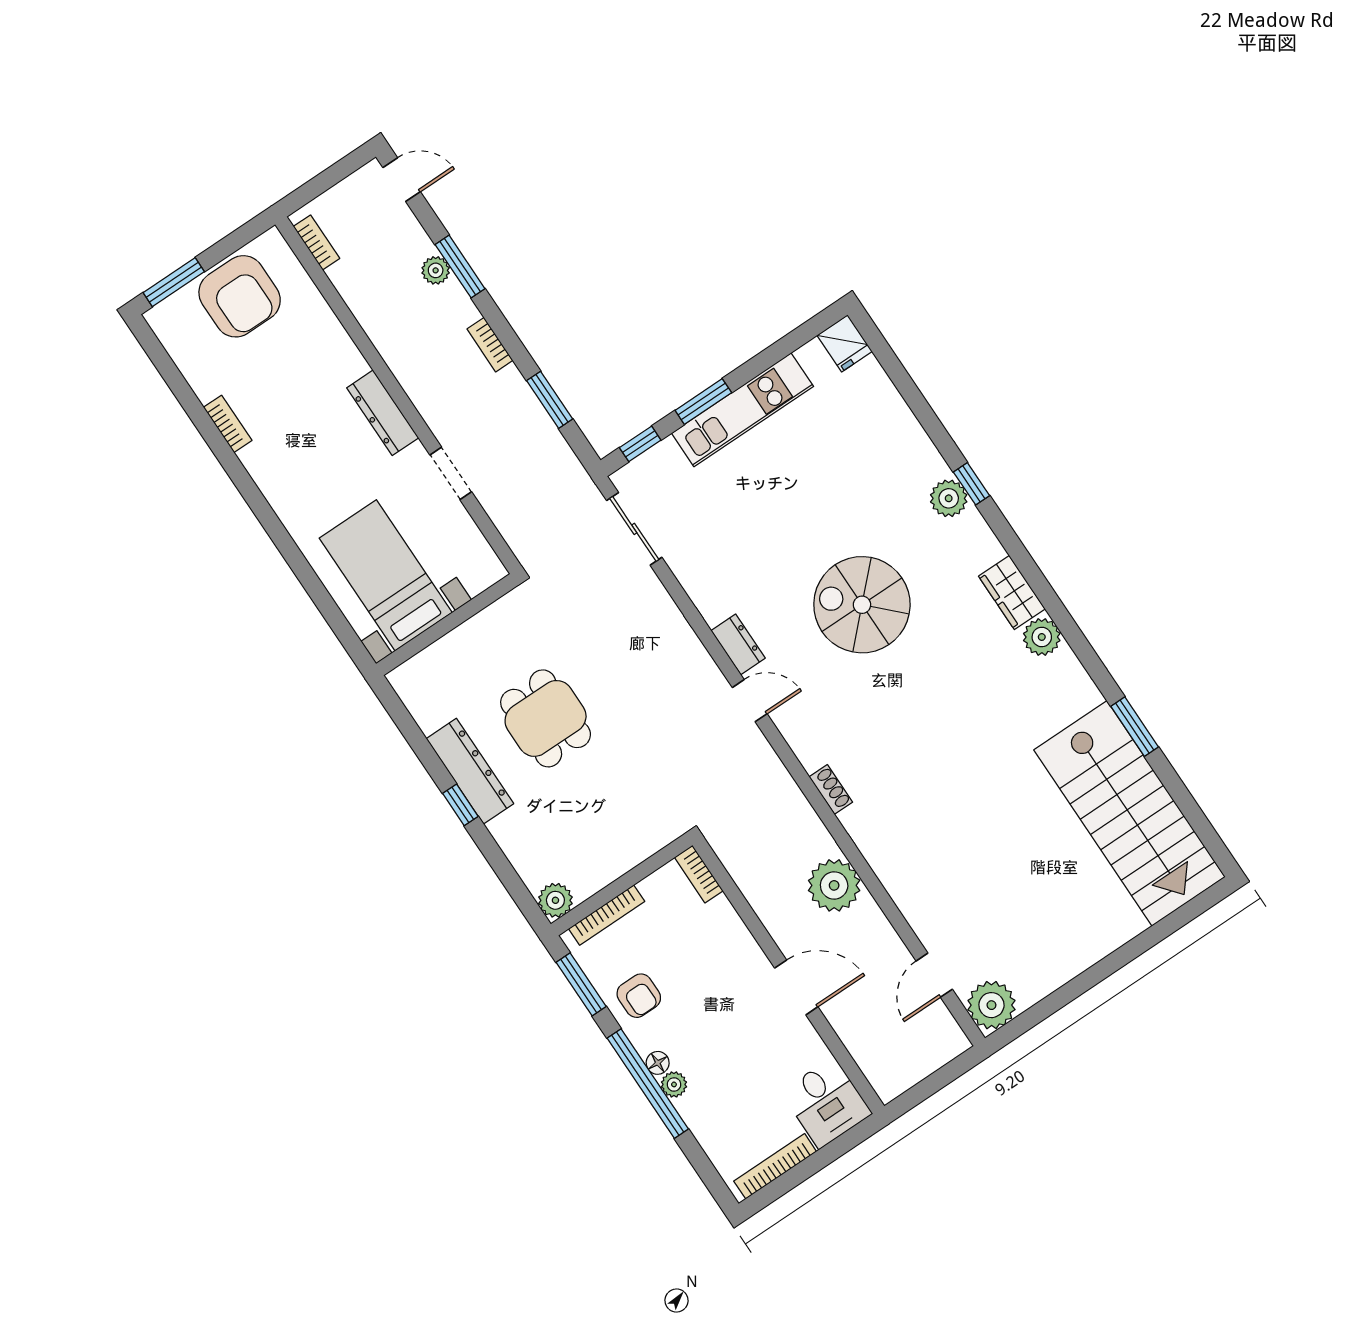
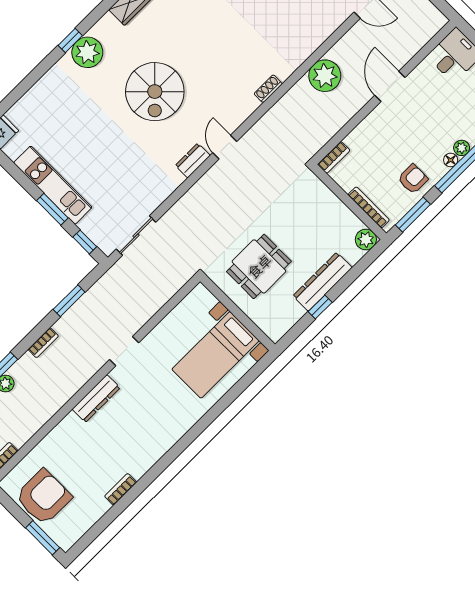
plant: (949, 498) -> (87, 52), width x1.36, depth x1.36
bed with nightstands: (386, 575) -> (215, 355), moved
wall: (447, 625) -> (238, 313), moved
dresser: (470, 771) -> (323, 282), moved

